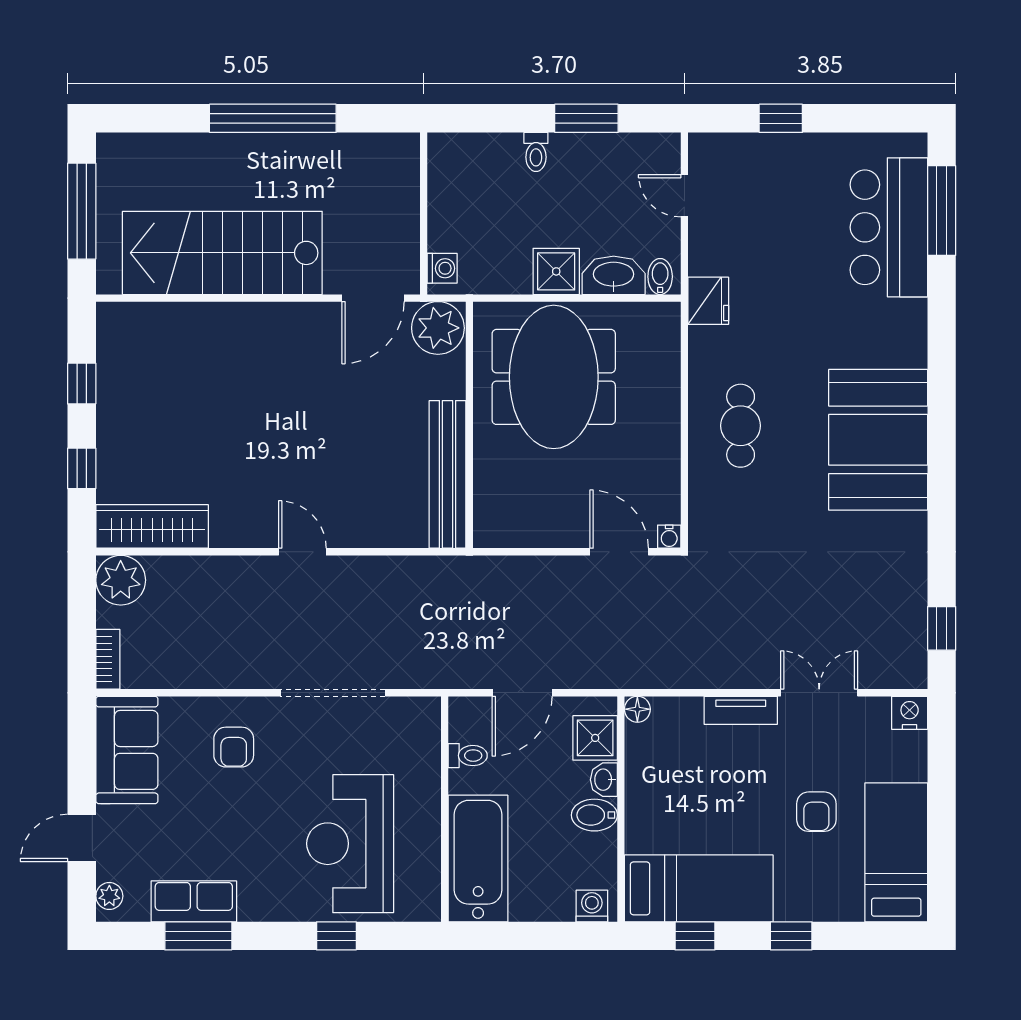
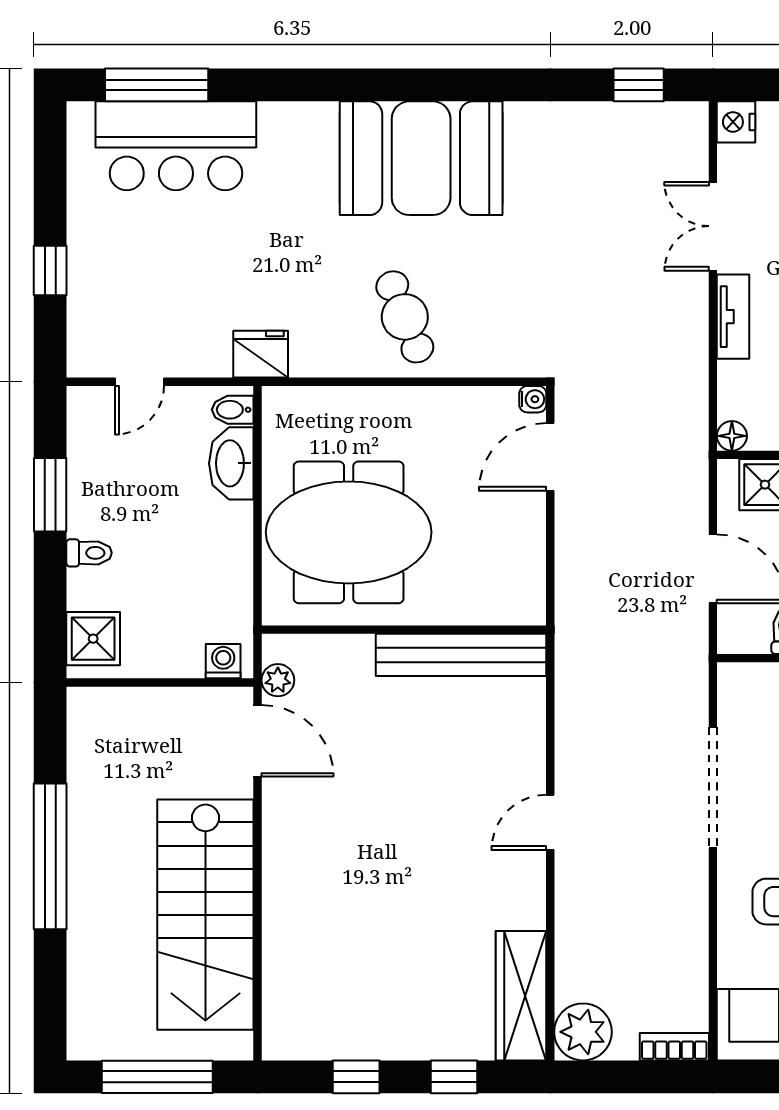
shower: (556, 271) -> (93, 639), moved
plant: (438, 328) -> (278, 680), width x0.53, depth x0.53
cafe table: (741, 426) -> (405, 317), turned 68

